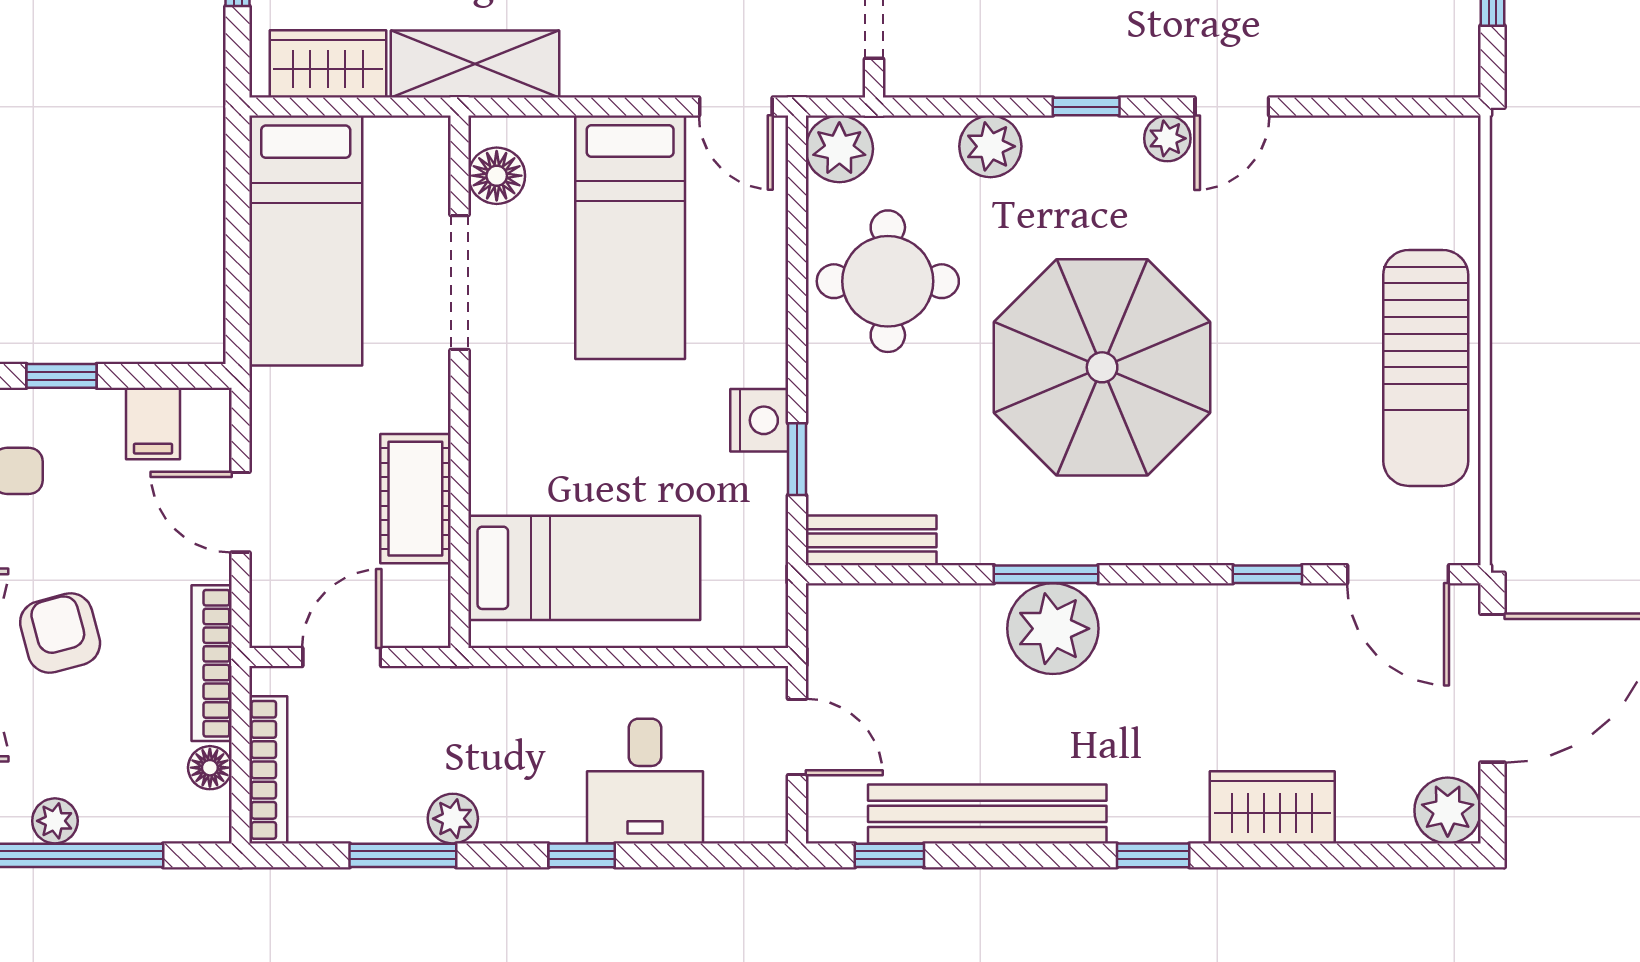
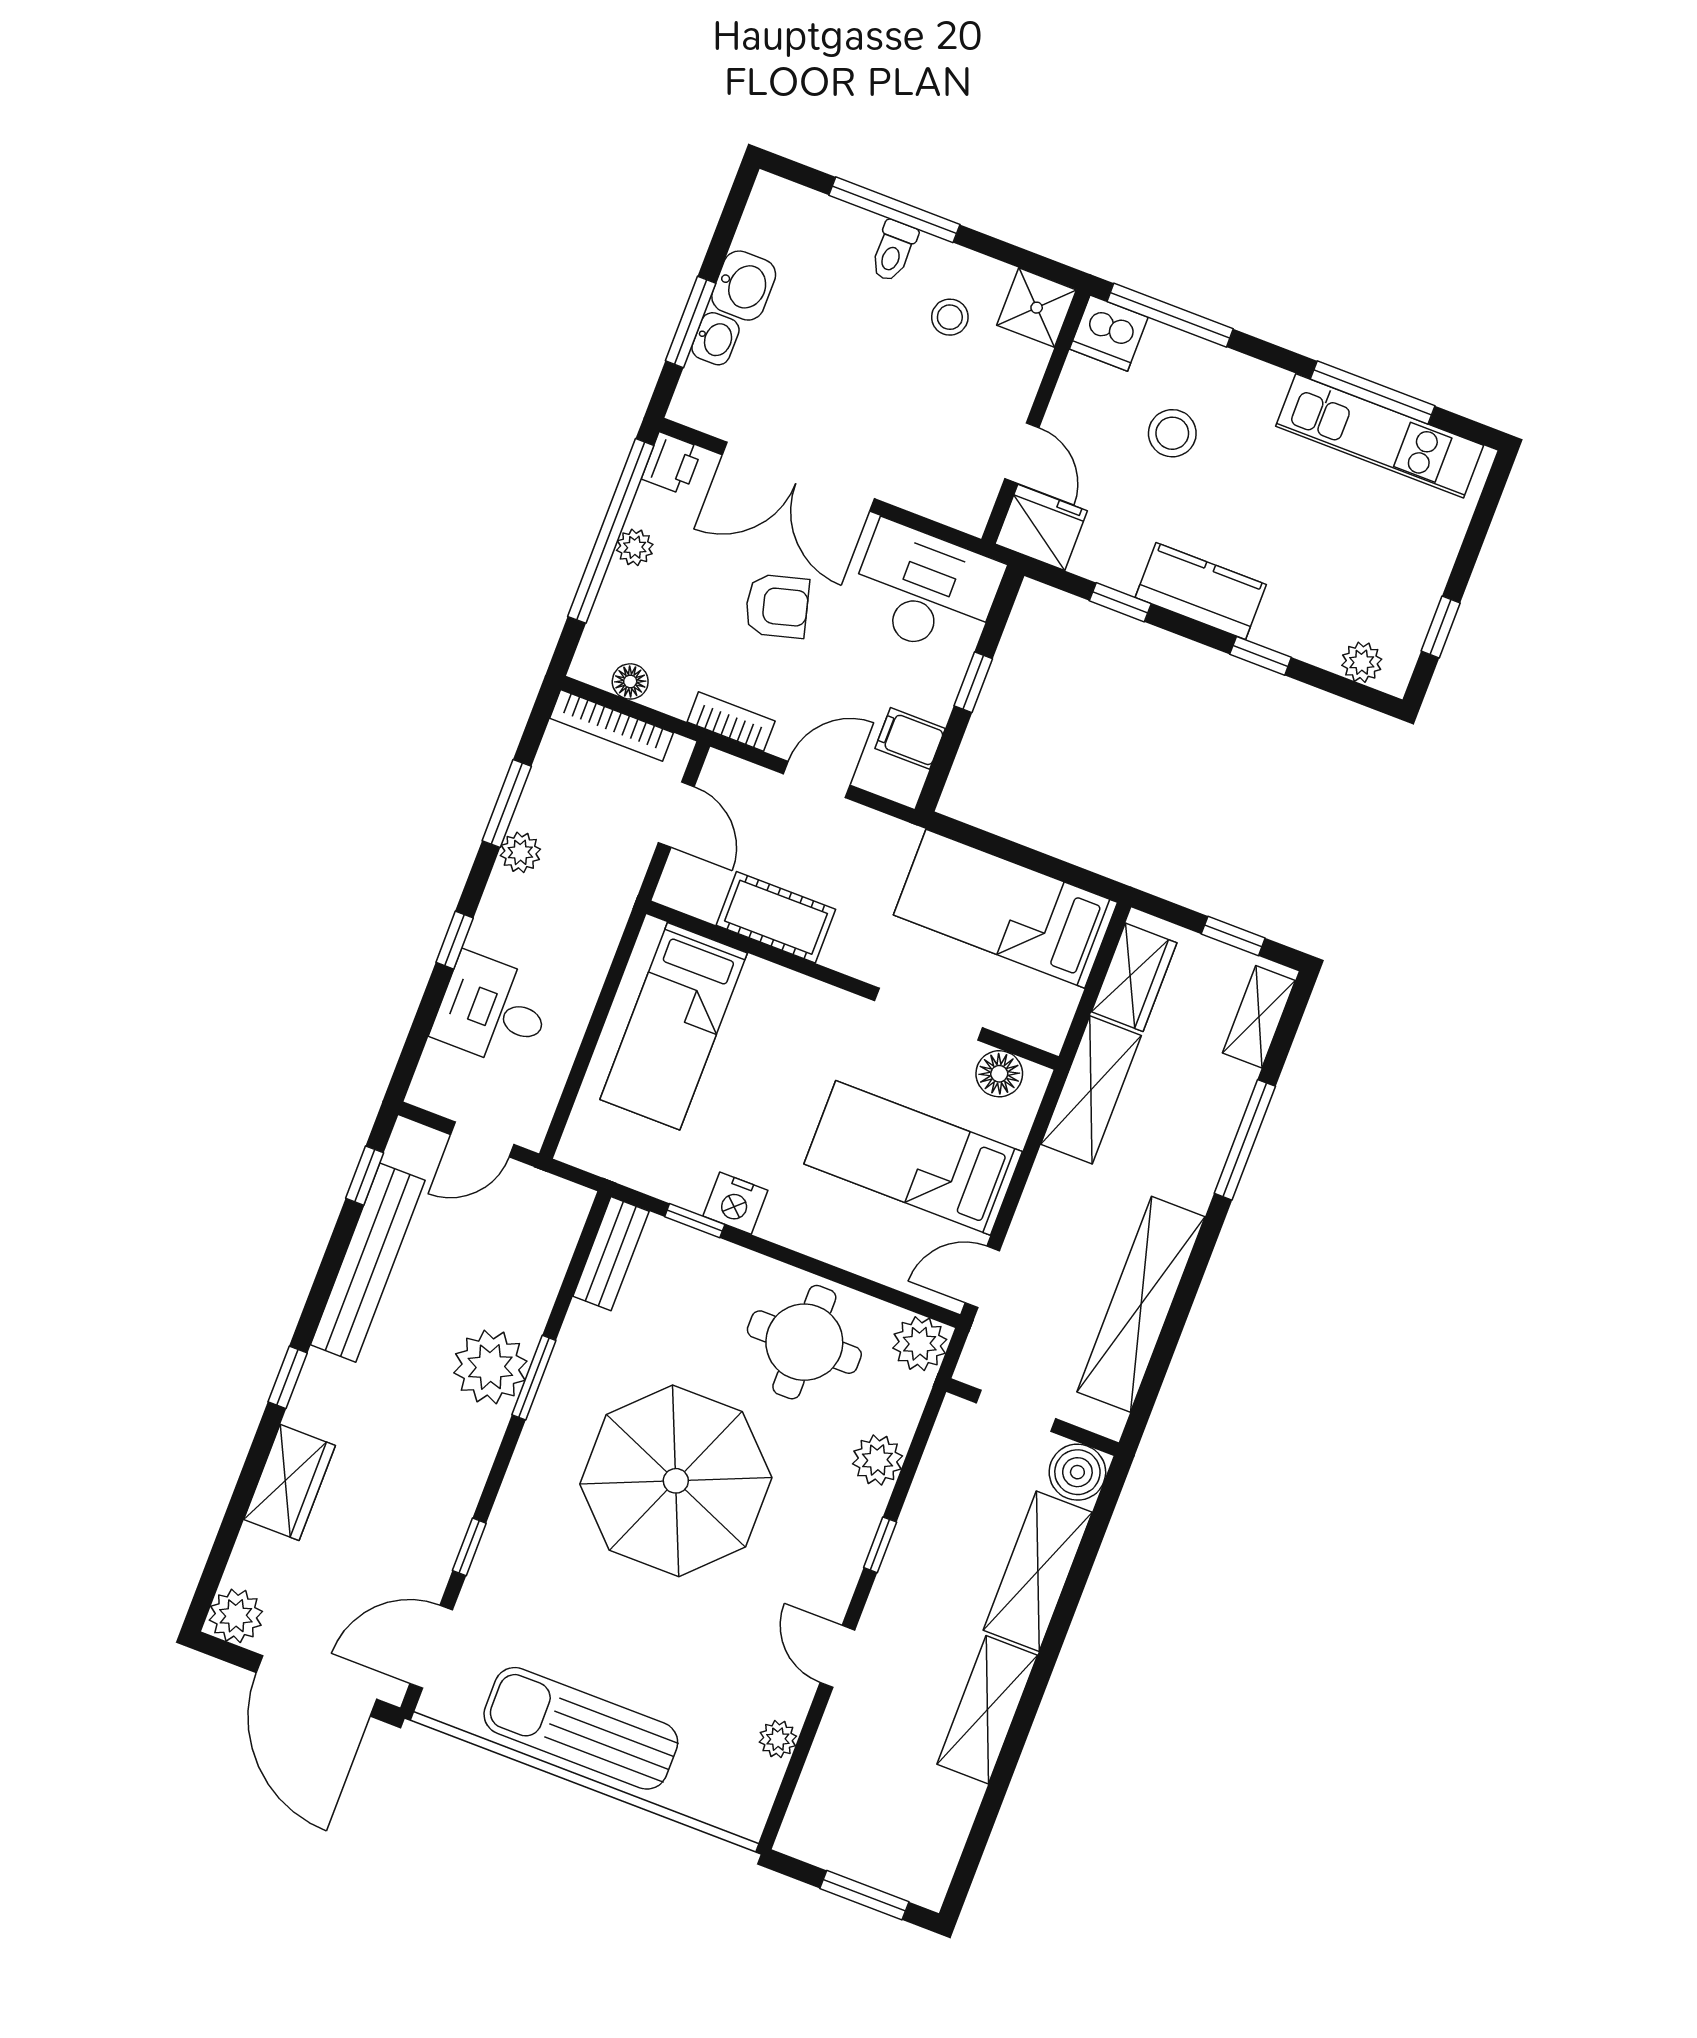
plant: (1167, 138) -> (778, 1739), moved
bookcase: (212, 663) -> (731, 721), width x0.64

